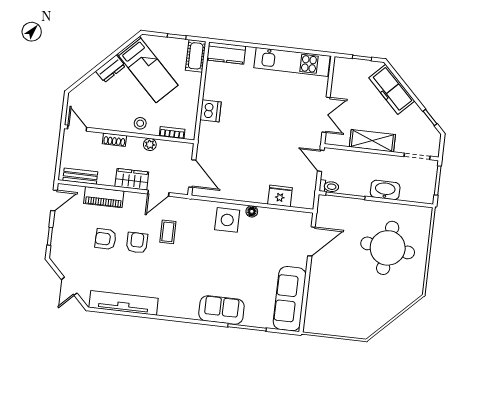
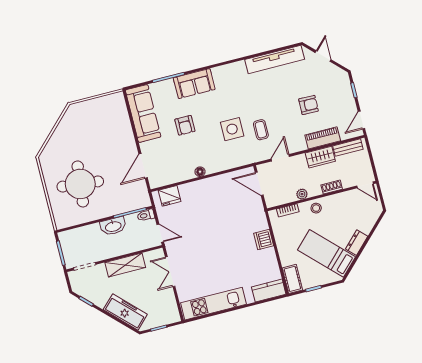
wardrobe: (132, 179) -> (320, 157), moved
washbasin: (385, 190) -> (113, 226), moved
fridge: (280, 196) -> (170, 196), moved
side table: (227, 220) -> (232, 129), moved
armchair: (137, 243) -> (185, 125), moved

